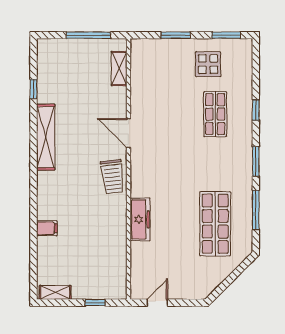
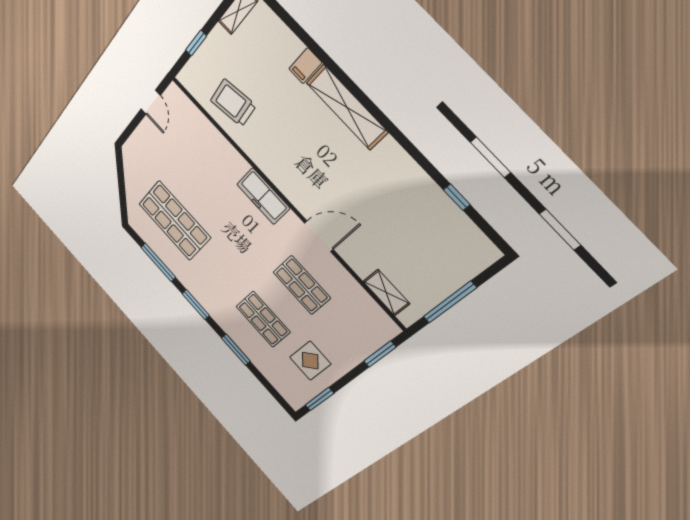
window: (176, 35) -> (380, 354), moved
window: (256, 110) -> (236, 350), width x1.50
shop shelf: (168, 114) -> (302, 285), added
shelving: (46, 137) -> (347, 107), moved
trolley: (112, 177) -> (233, 103), moved
freezer: (140, 219) -> (263, 196), moved

